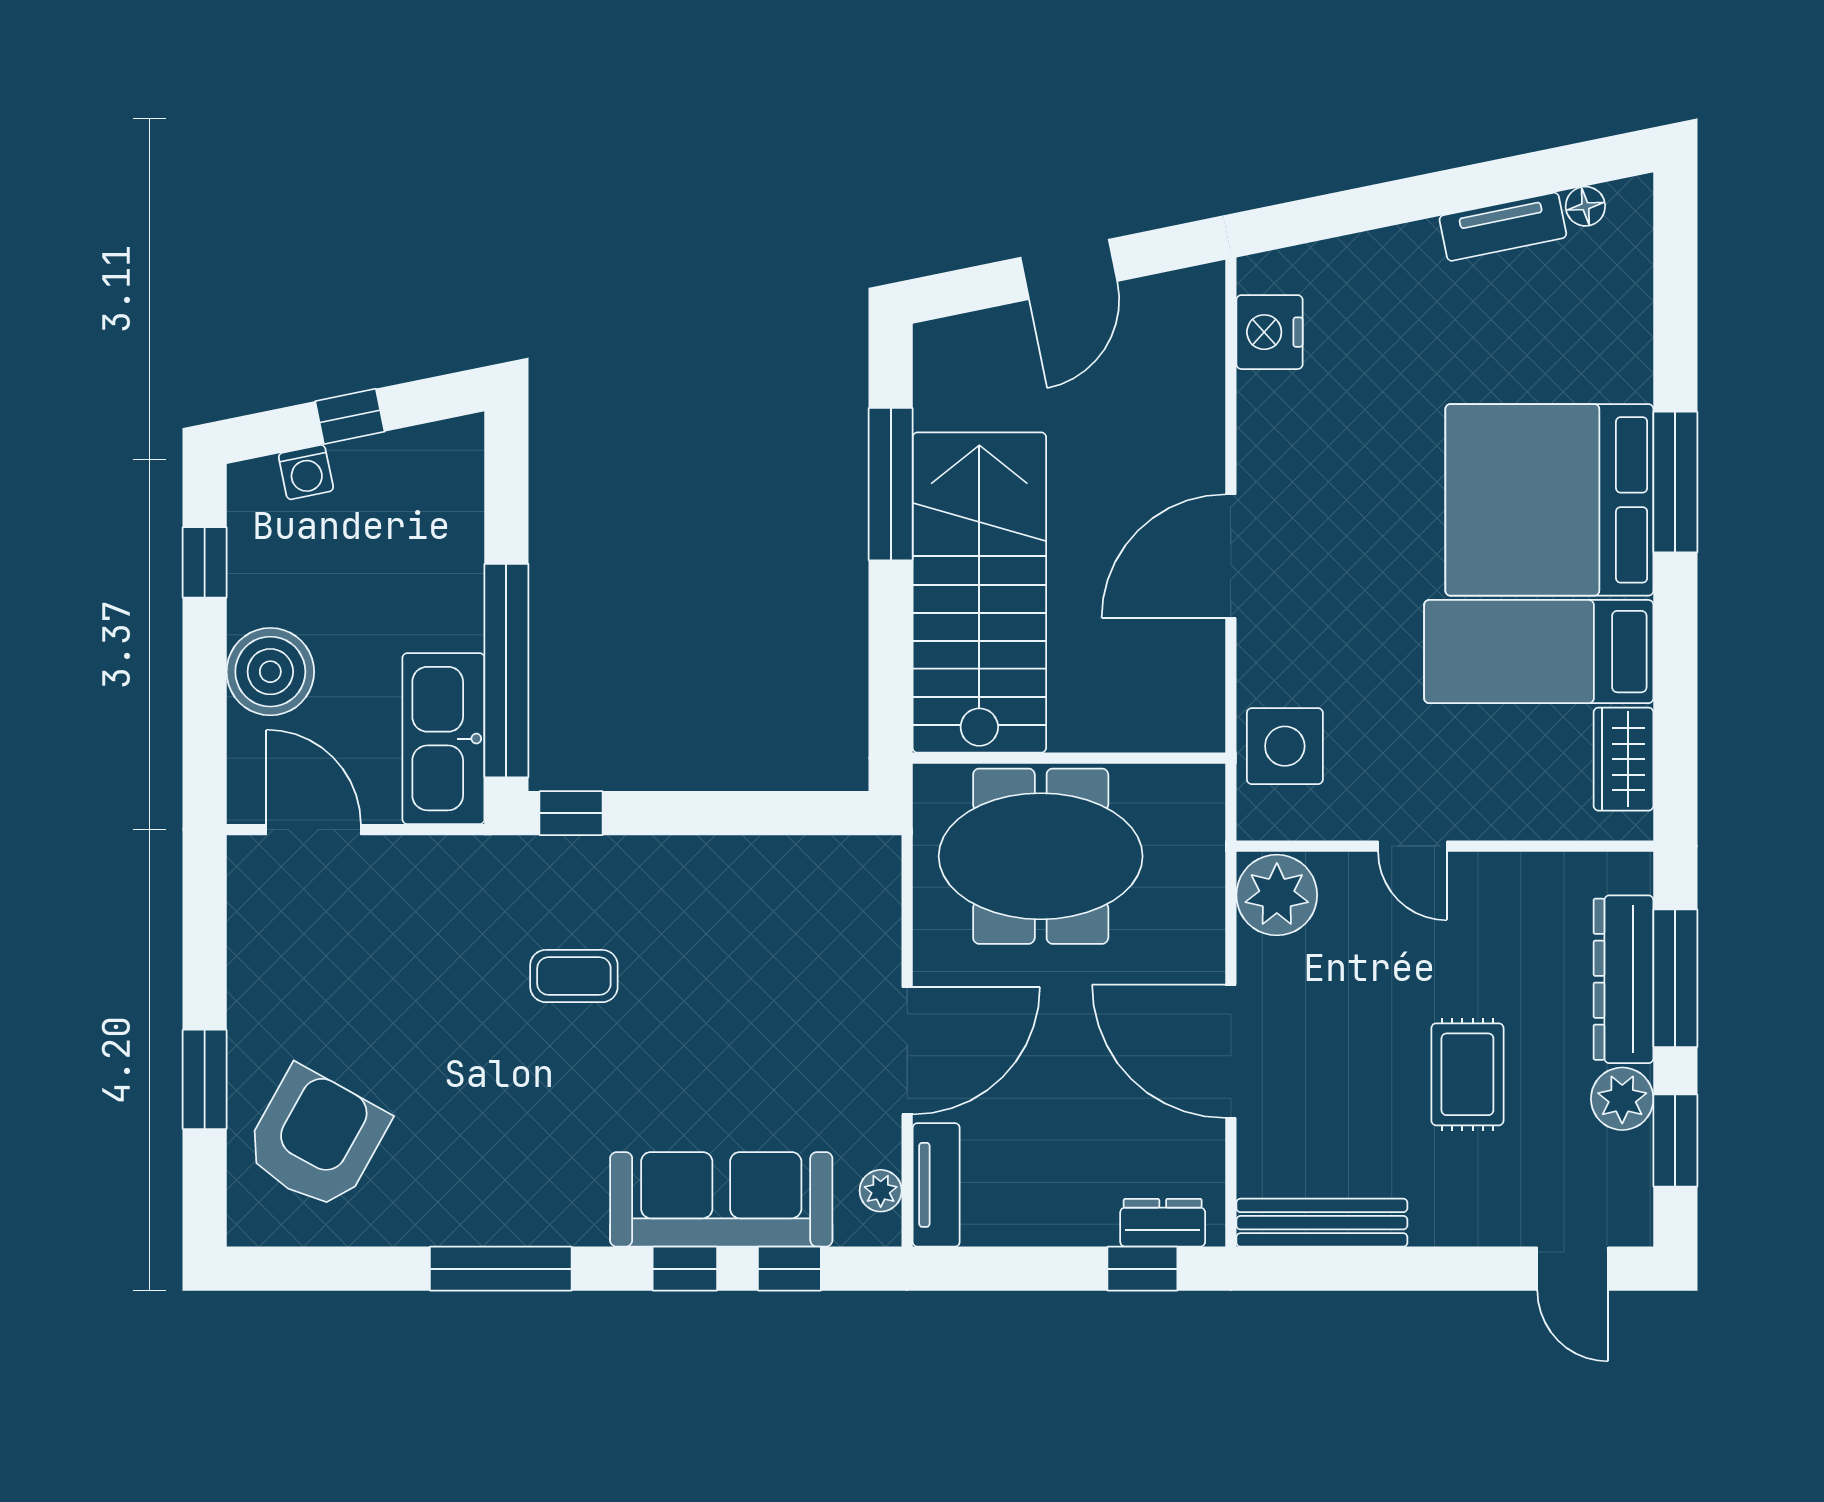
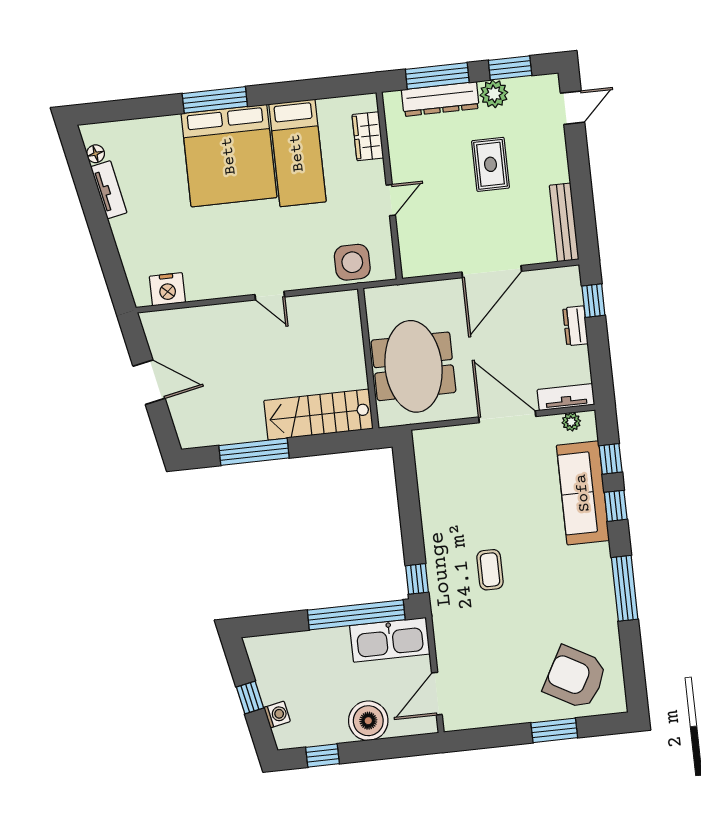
door: (1231, 556) -> (270, 296), width x0.53
stairs: (979, 593) -> (319, 415), width x0.73, depth x0.66
wardrobe: (1624, 759) -> (368, 136), moved, turned 90
plant: (1277, 895) -> (419, 259), removed
rug: (1467, 1074) -> (490, 164), turned 90
dresser: (1163, 1223) -> (575, 326), moved

